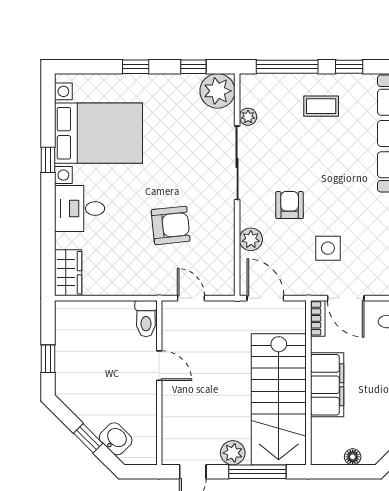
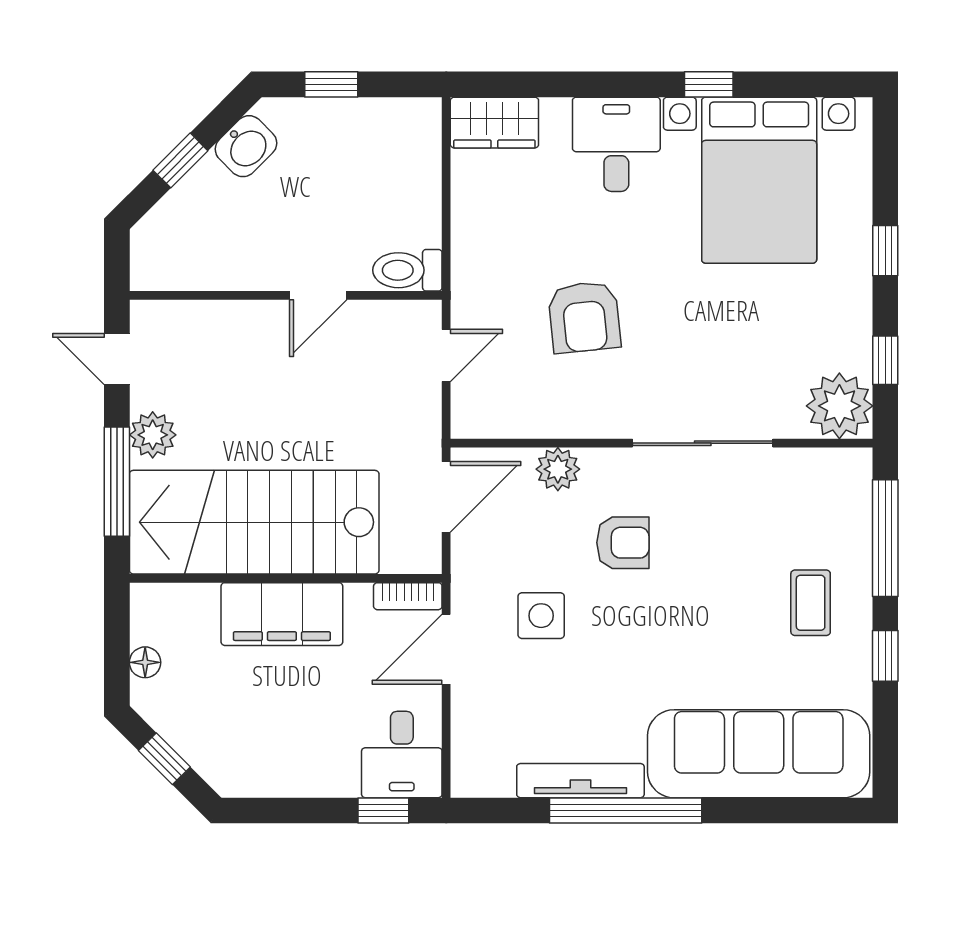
plant: (248, 117) -> (791, 464), removed
washbasin: (116, 439) -> (246, 146), moved

